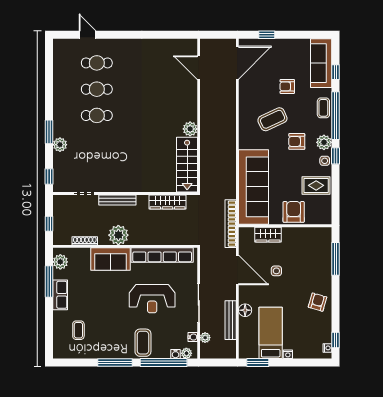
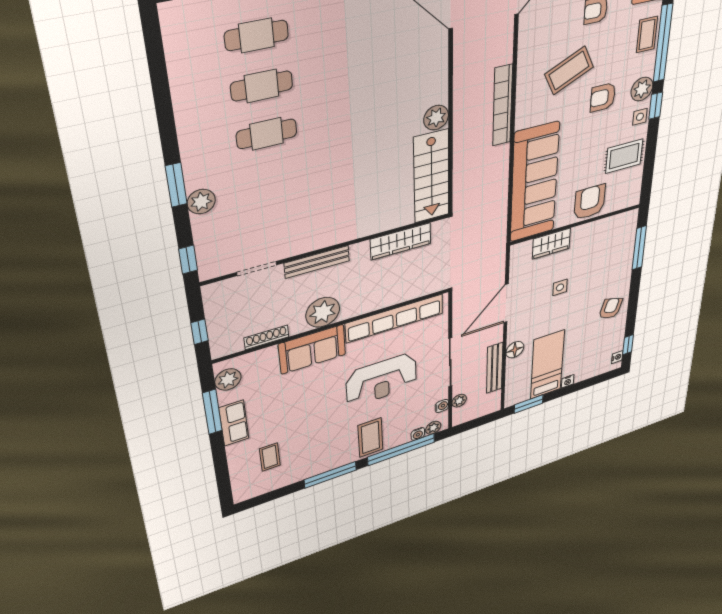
bookcase: (231, 224) -> (503, 106), moved
door: (237, 270) -> (506, 303), swing flipped

